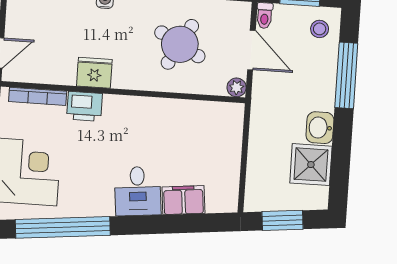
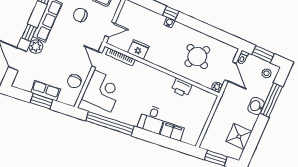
fridge: (94, 73) -> (138, 49), moved
printer: (84, 106) -> (182, 87), moved
washbasin: (320, 128) -> (256, 106), moved

